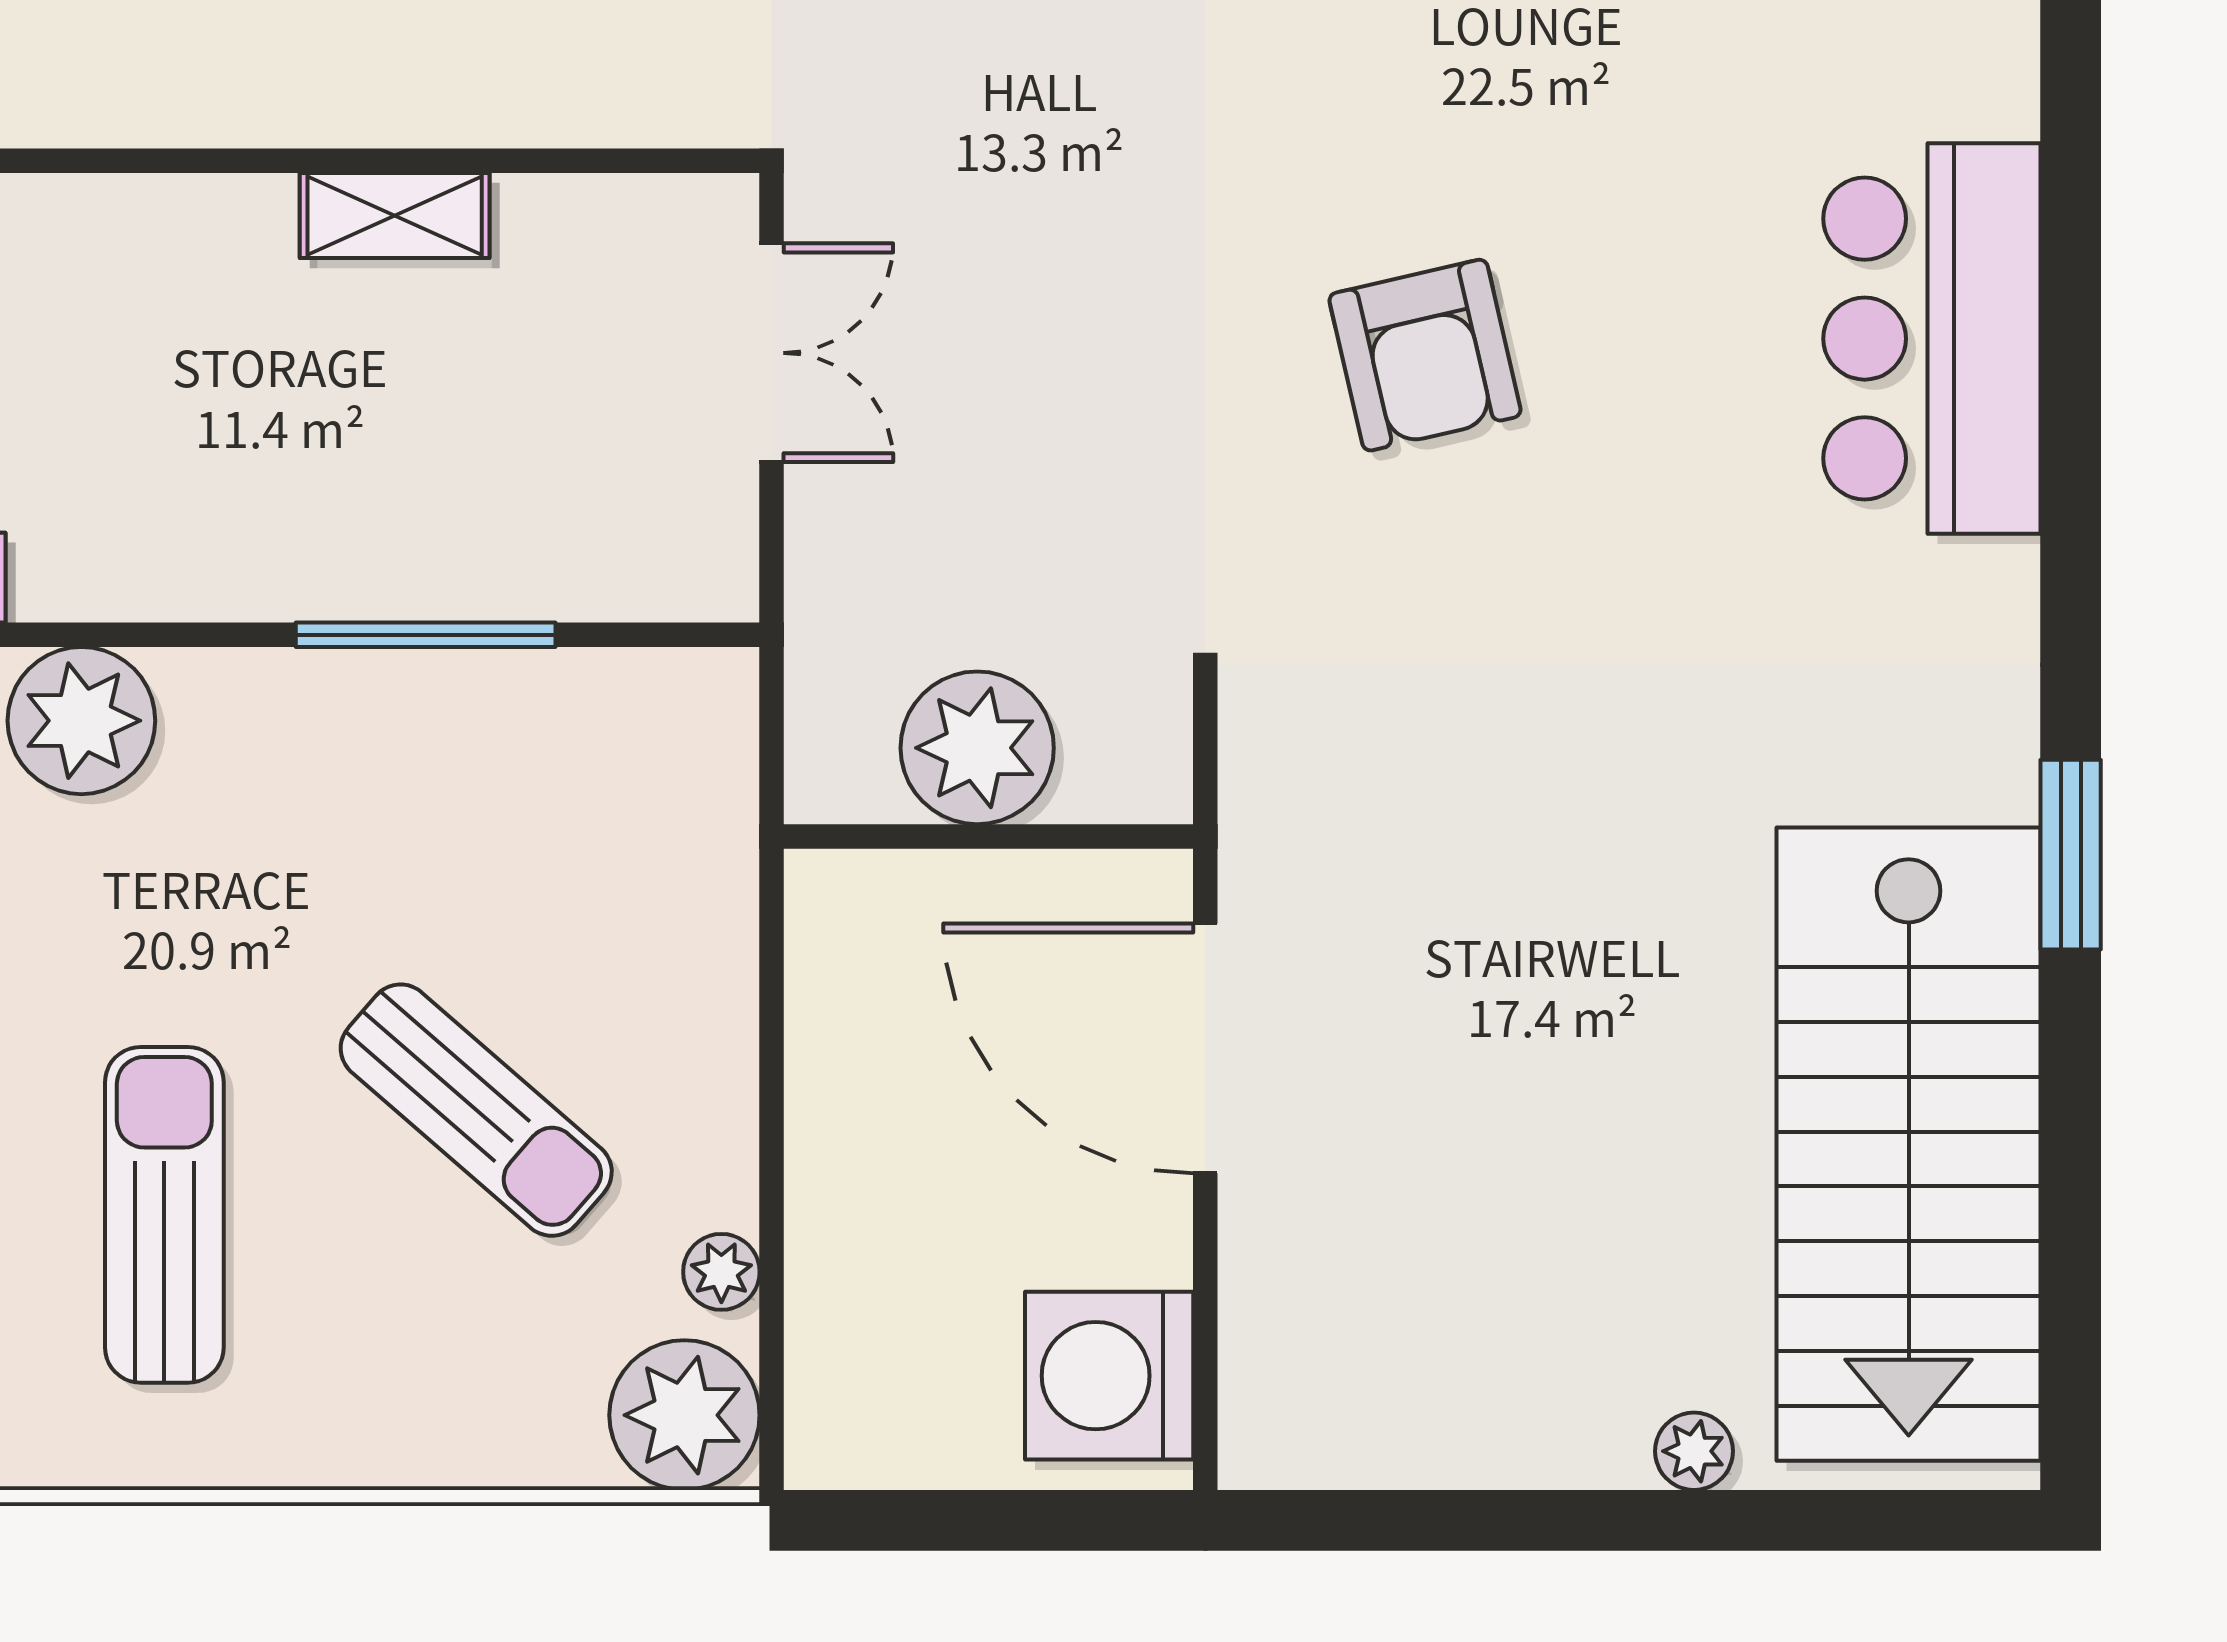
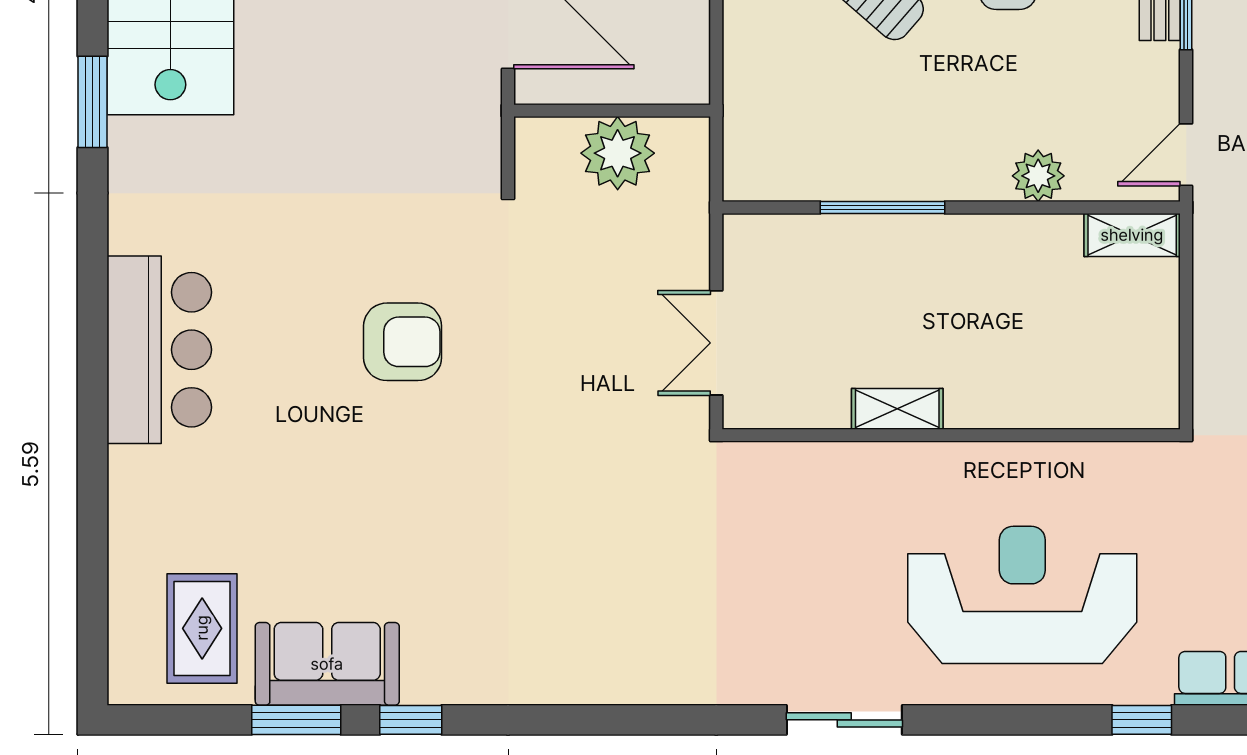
armchair: (1425, 355) -> (403, 342), turned 103
plant: (81, 721) -> (1038, 176), width x0.73, depth x0.73

